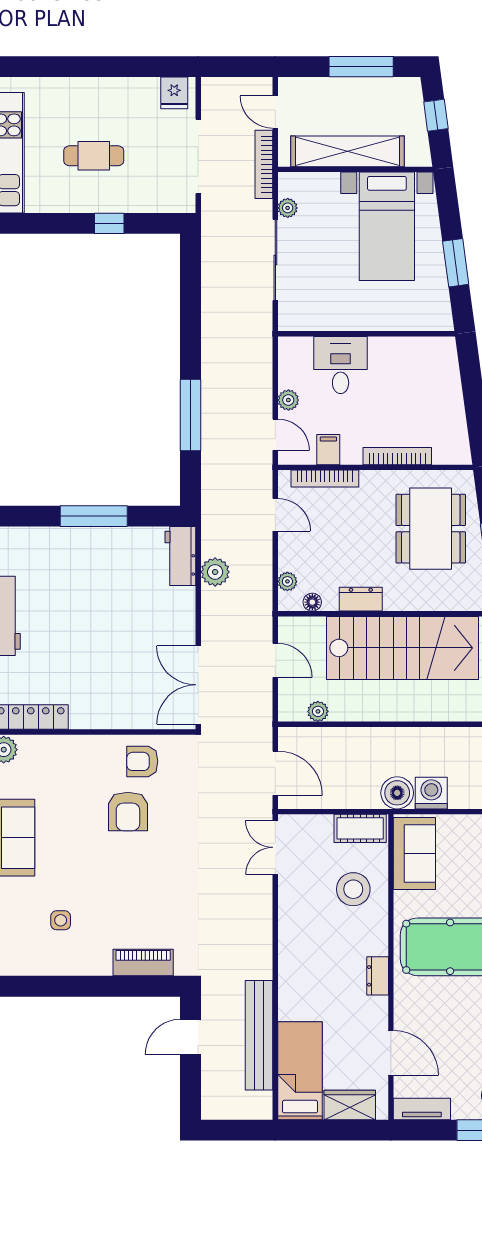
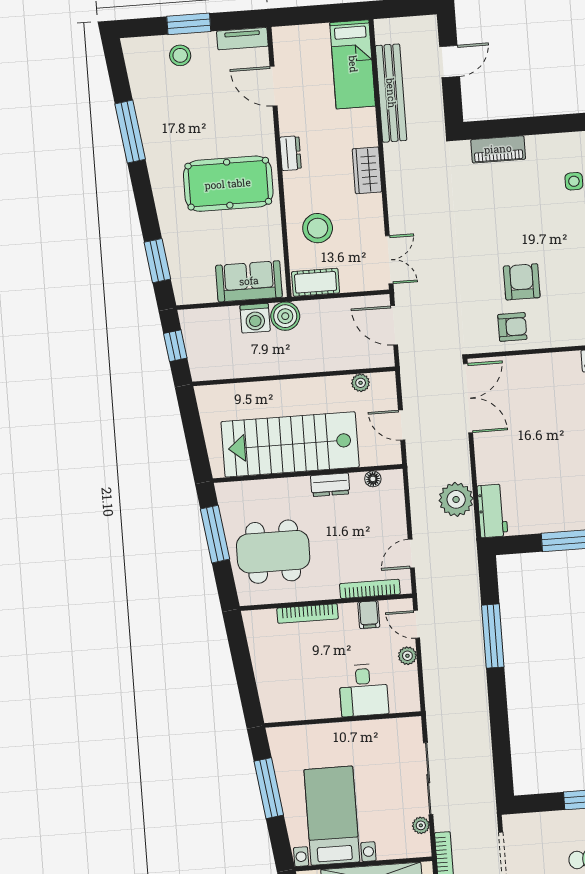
window: (456, 263) -> (269, 788), width x1.44
door: (275, 515) -> (411, 554), hinge flipped
dining table: (431, 529) -> (273, 552), turned 90
plant: (215, 572) -> (456, 499), width x1.36, depth x1.36
plant: (287, 581) -> (396, 496), removed
sofa: (414, 854) -> (249, 281), moved, turned 90
door: (191, 1037) -> (450, 61), moved
wardrobe: (350, 1105) -> (367, 170), moved, turned 90

